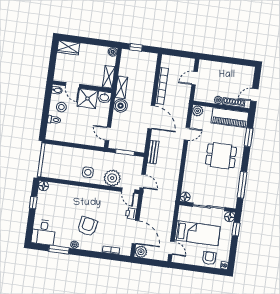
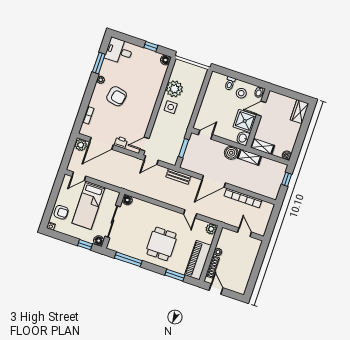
plant: (112, 178) -> (174, 89), moved

